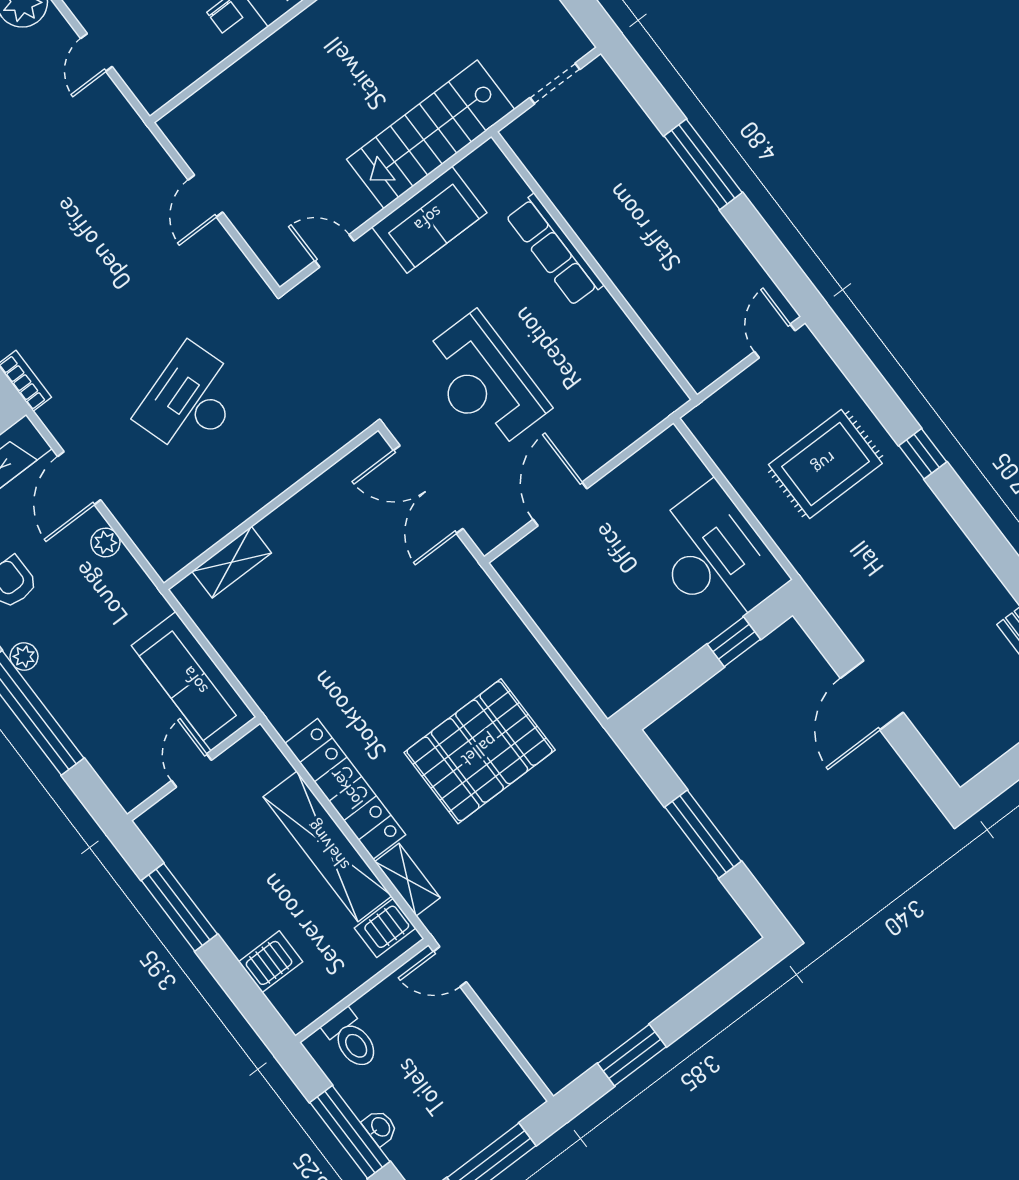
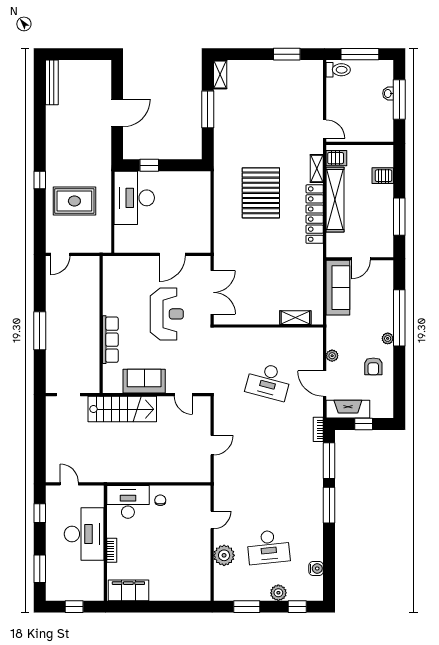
desk: (190, 401) -> (268, 381), turned 33
door: (79, 478) -> (325, 384), swing flipped
pallet: (480, 751) -> (261, 193), turned 90
shelving: (730, 919) -> (220, 74), added
toilet: (351, 1039) -> (338, 70), moved, turned 90

